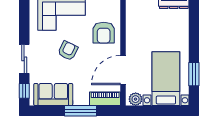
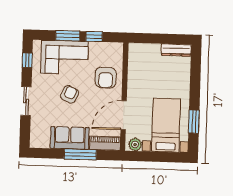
window: (24, 91) -> (27, 60), moved
sofa: (53, 95) -> (70, 138), moved

